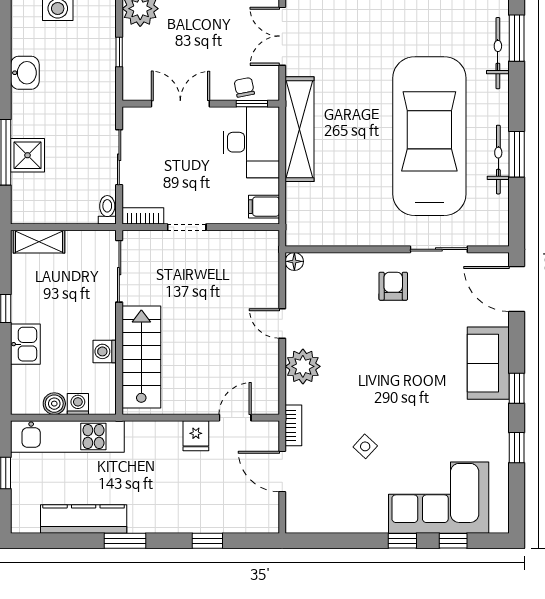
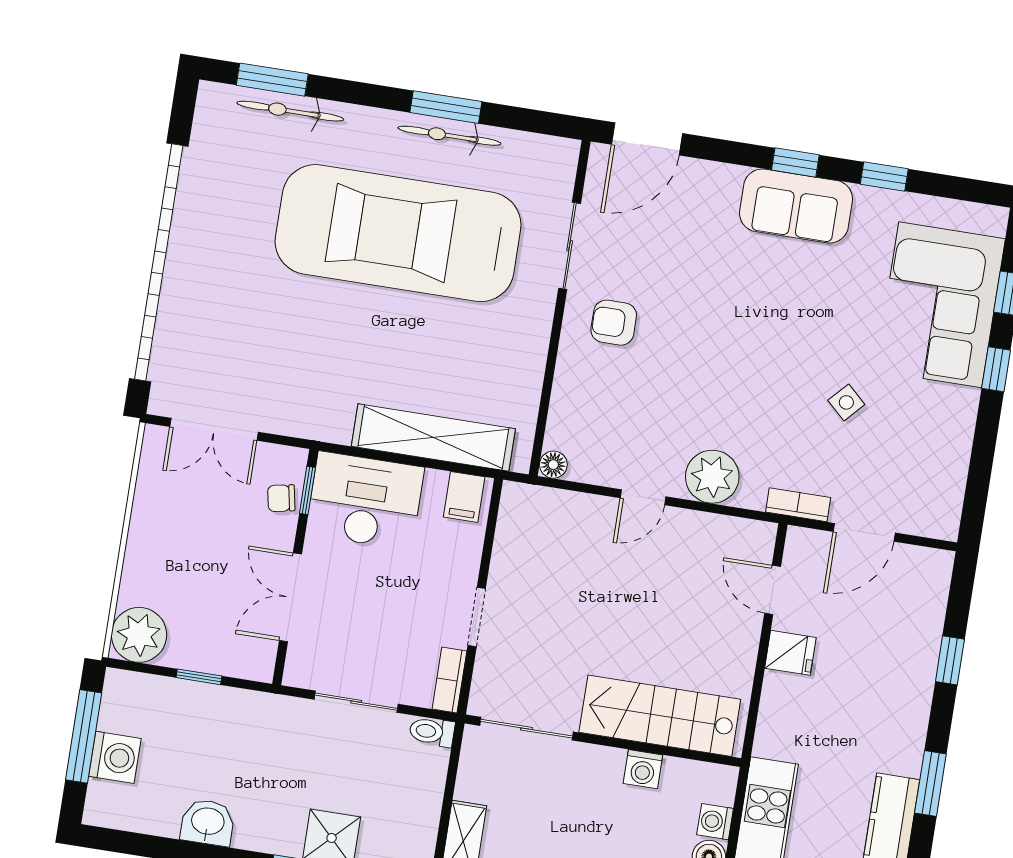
shelving: (300, 129) -> (433, 438), moved
sofa: (488, 363) -> (796, 206), moved

